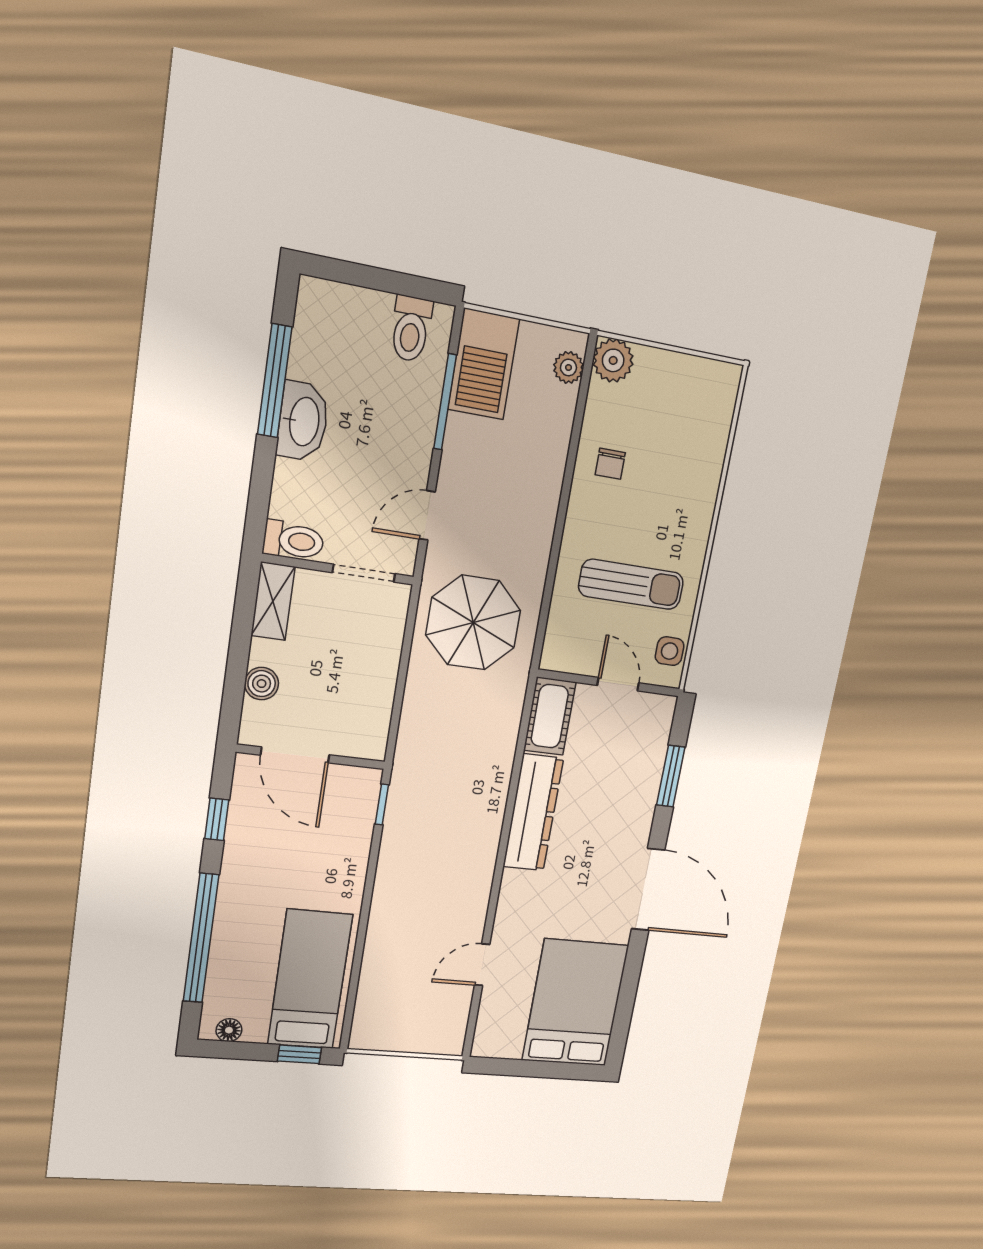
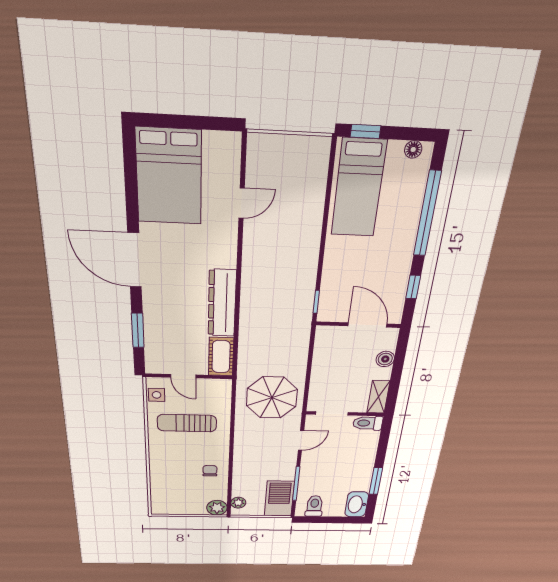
window: (275, 381) -> (376, 481), width x0.69
washbasin: (303, 421) -> (357, 504), moved

